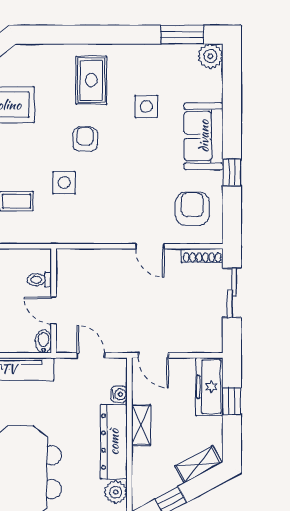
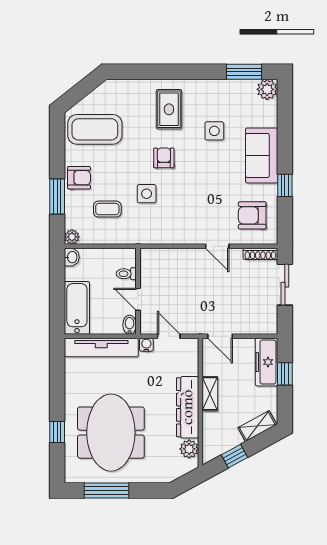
armchair: (192, 209) -> (252, 215), turned -90
water cooler: (119, 394) -> (146, 345), moved, turned -90

